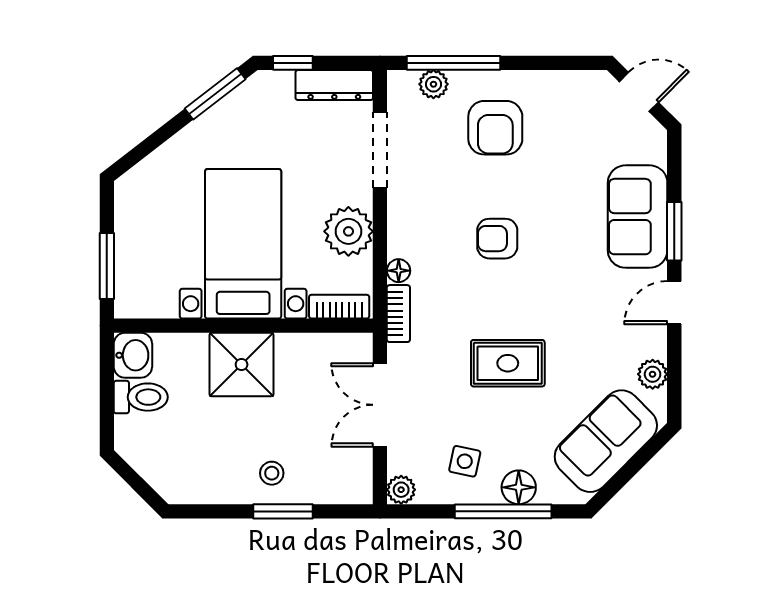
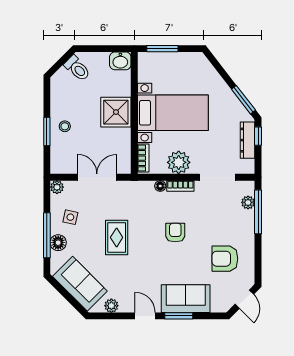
dresser: (334, 85) -> (248, 140), moved
armchair: (495, 128) -> (225, 259), moved
bookcase: (398, 314) -> (180, 186), moved
toilet: (141, 397) -> (77, 68), moved, turned -45

